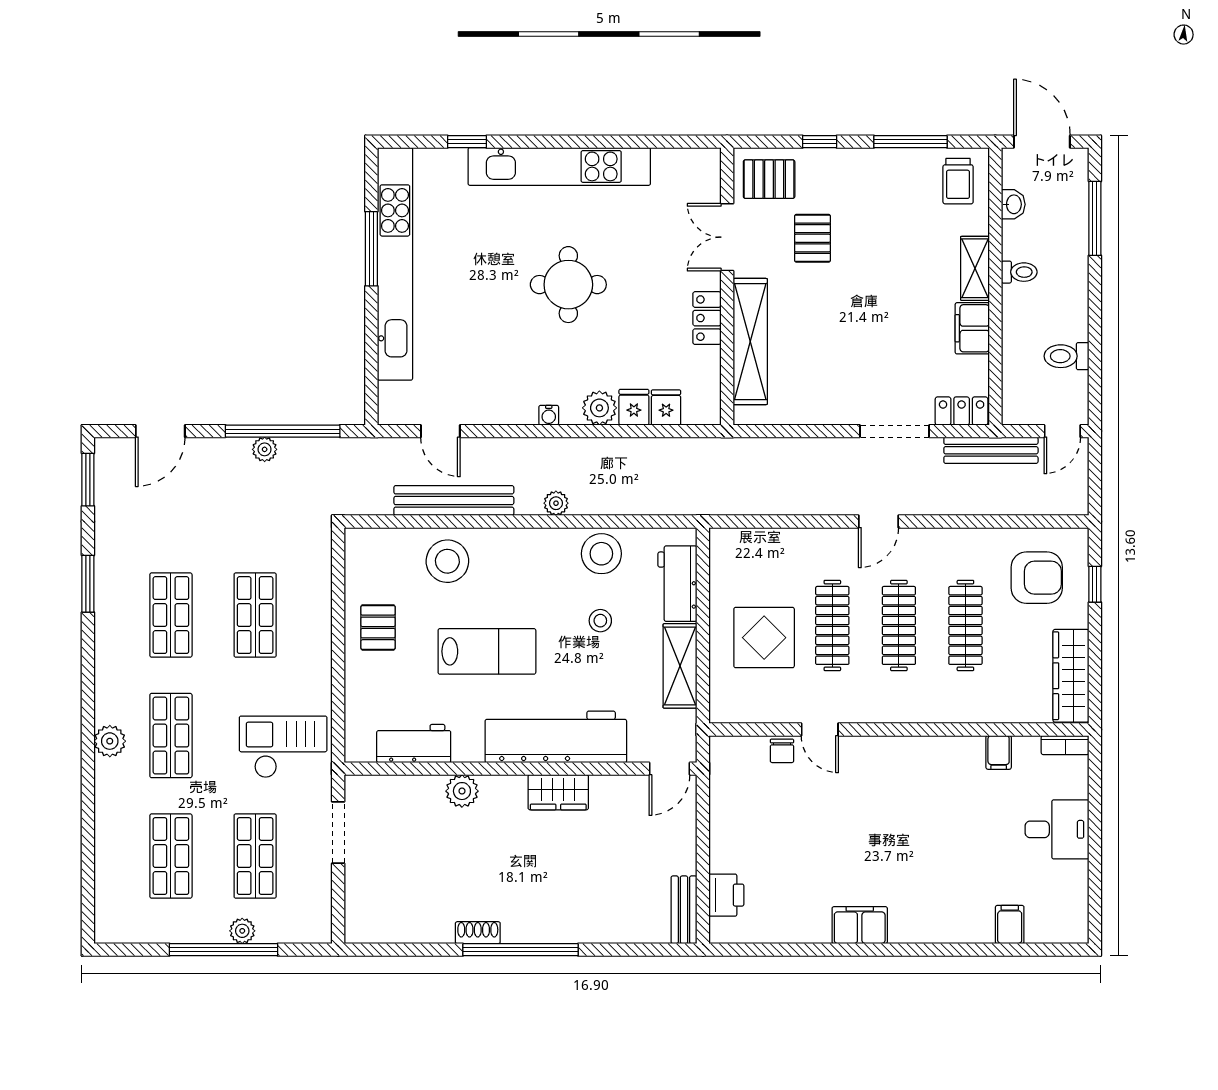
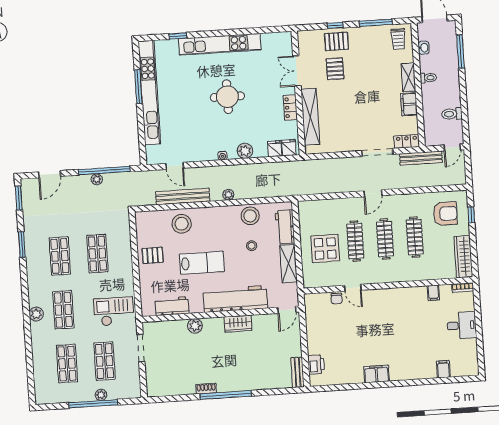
pallet: (769, 179) -> (336, 41), moved
fridge: (634, 407) -> (289, 148), moved
pallet: (378, 627) -> (153, 255), turned 90

